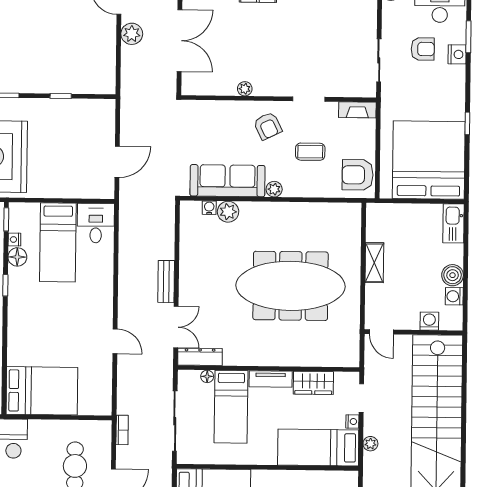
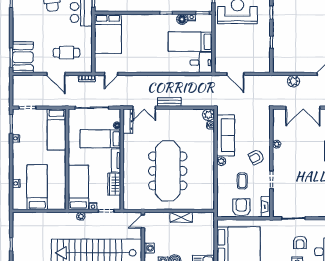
plant: (132, 34) -> (293, 81), moved
armchair: (358, 175) -> (241, 207), moved
plant: (228, 212) -> (208, 115), moved
door: (115, 341) -> (111, 74), moved

